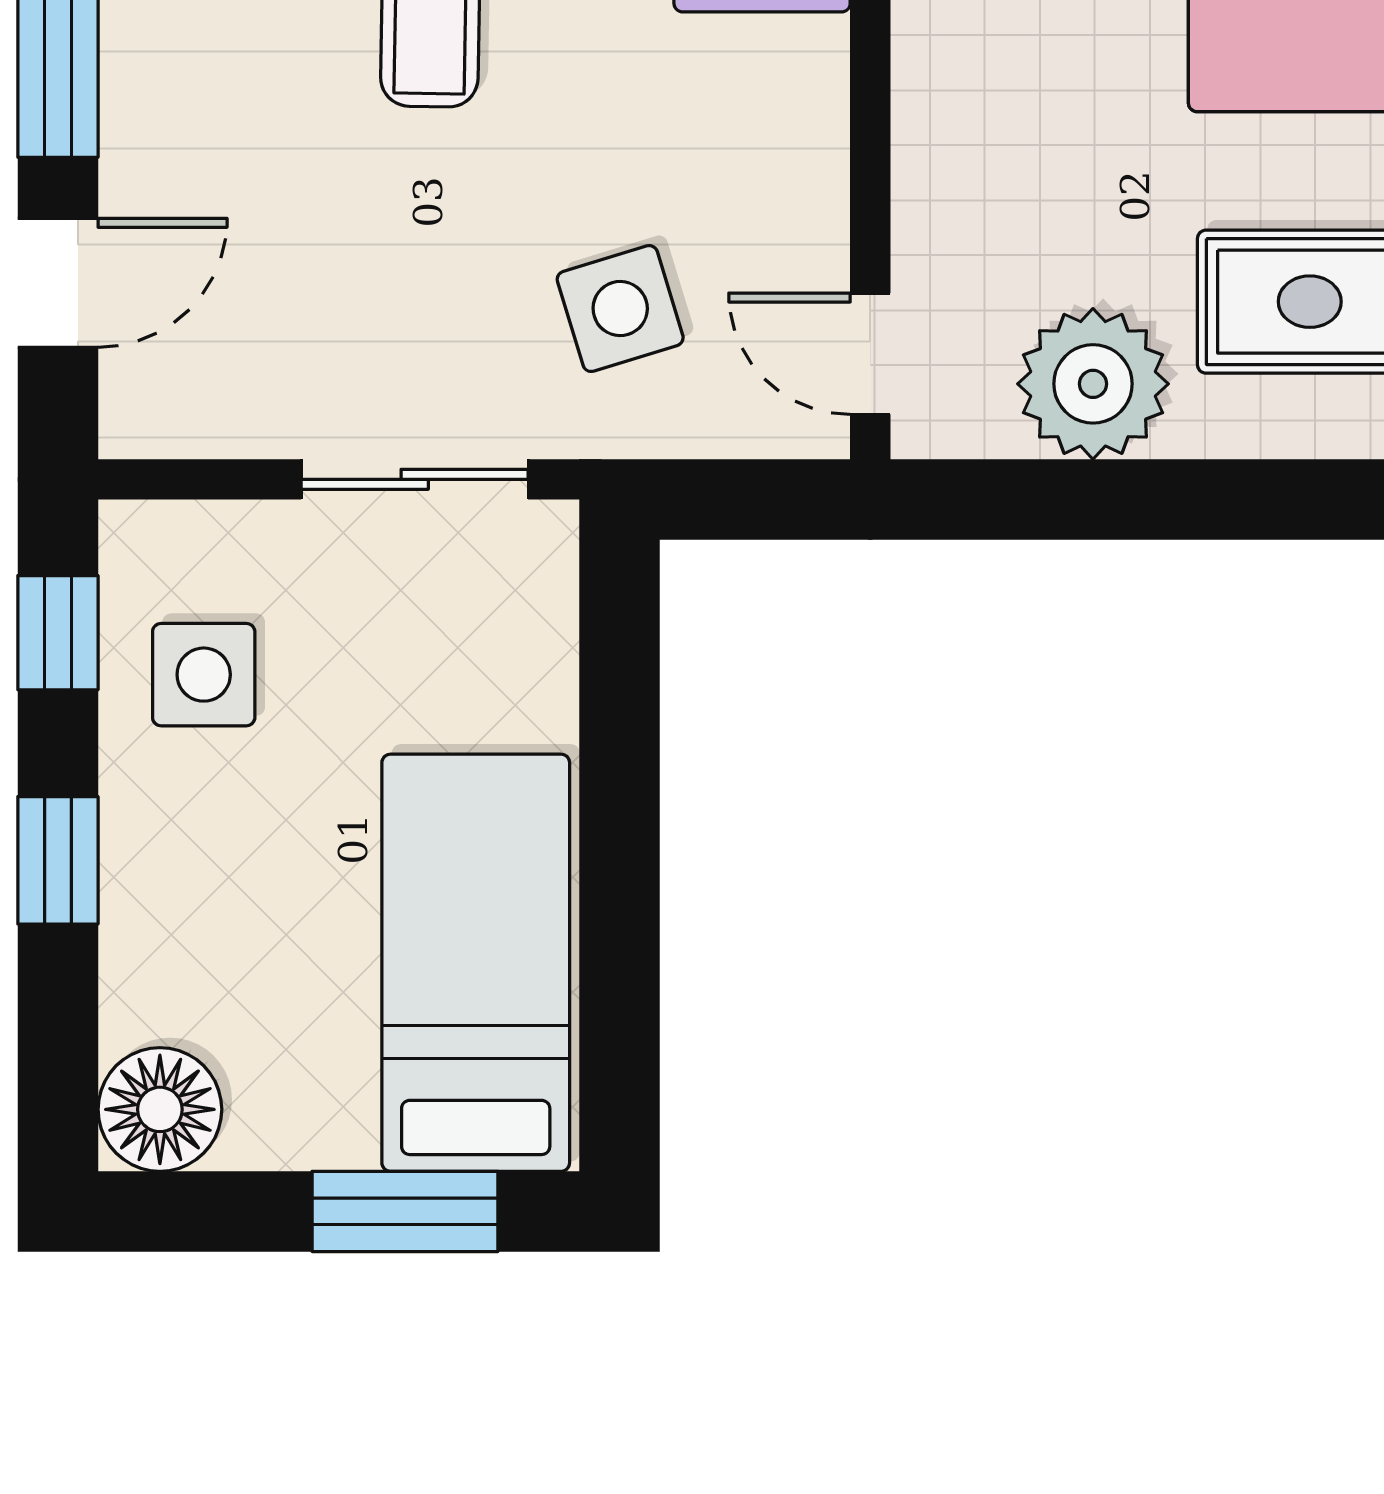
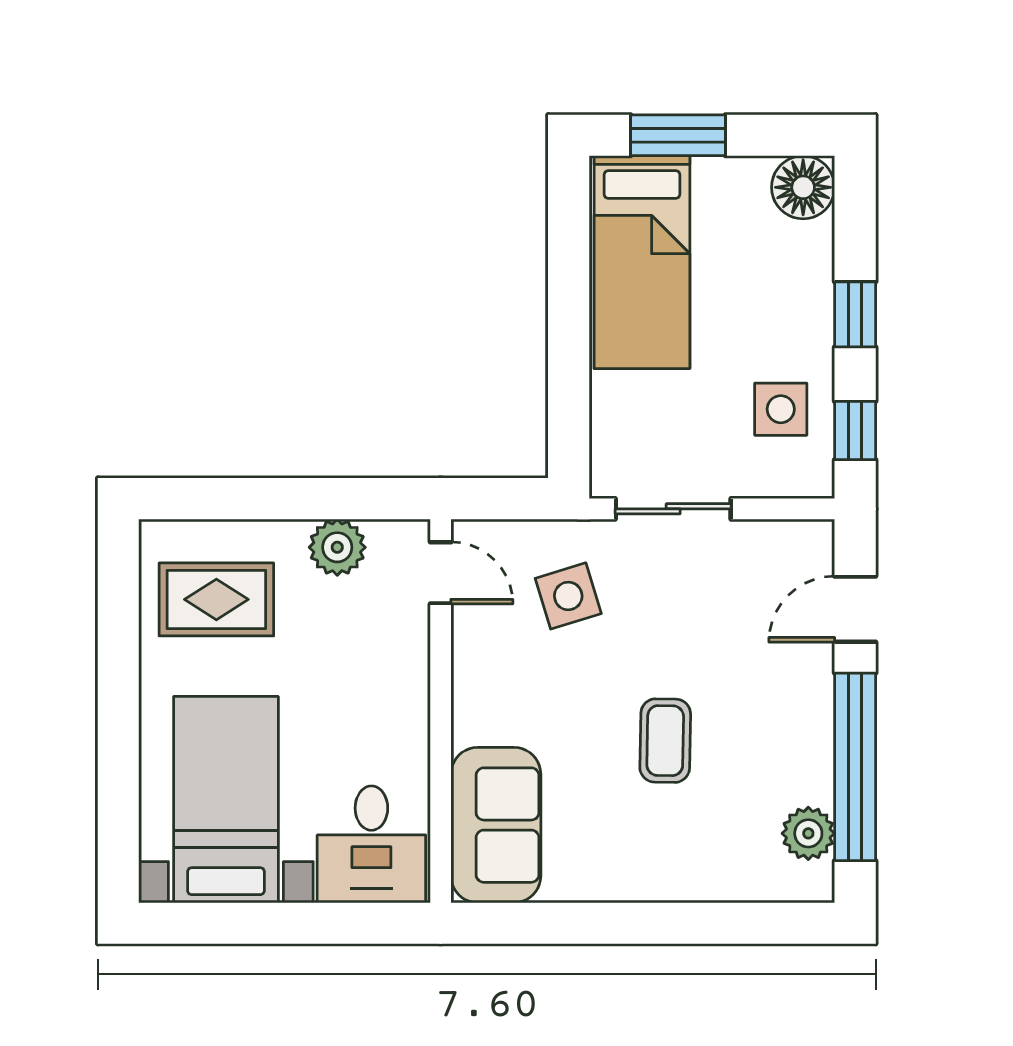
plant: (1093, 384) -> (337, 547), width x0.73, depth x0.73

